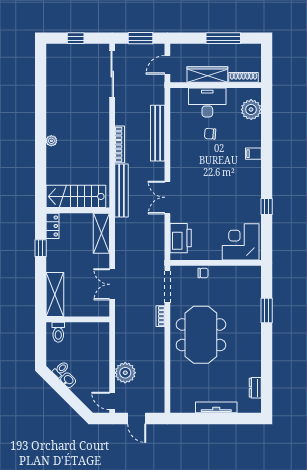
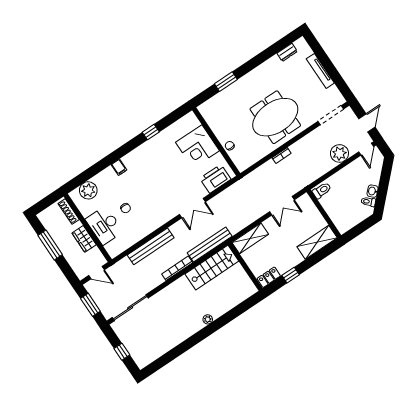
wardrobe: (207, 74) -> (84, 239), width x0.67
stairs: (76, 196) -> (212, 268), moved, turned -90
corner desk: (241, 242) -> (197, 147), moved
doorway: (167, 287) -> (331, 115), moved
toilet: (58, 332) -> (322, 190), moved

